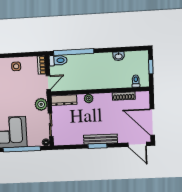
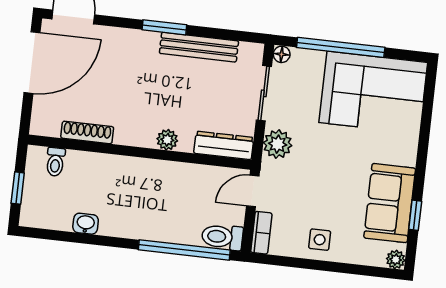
door: (152, 122) -> (32, 63), hinge flipped
bench: (100, 139) -> (199, 47), moved

